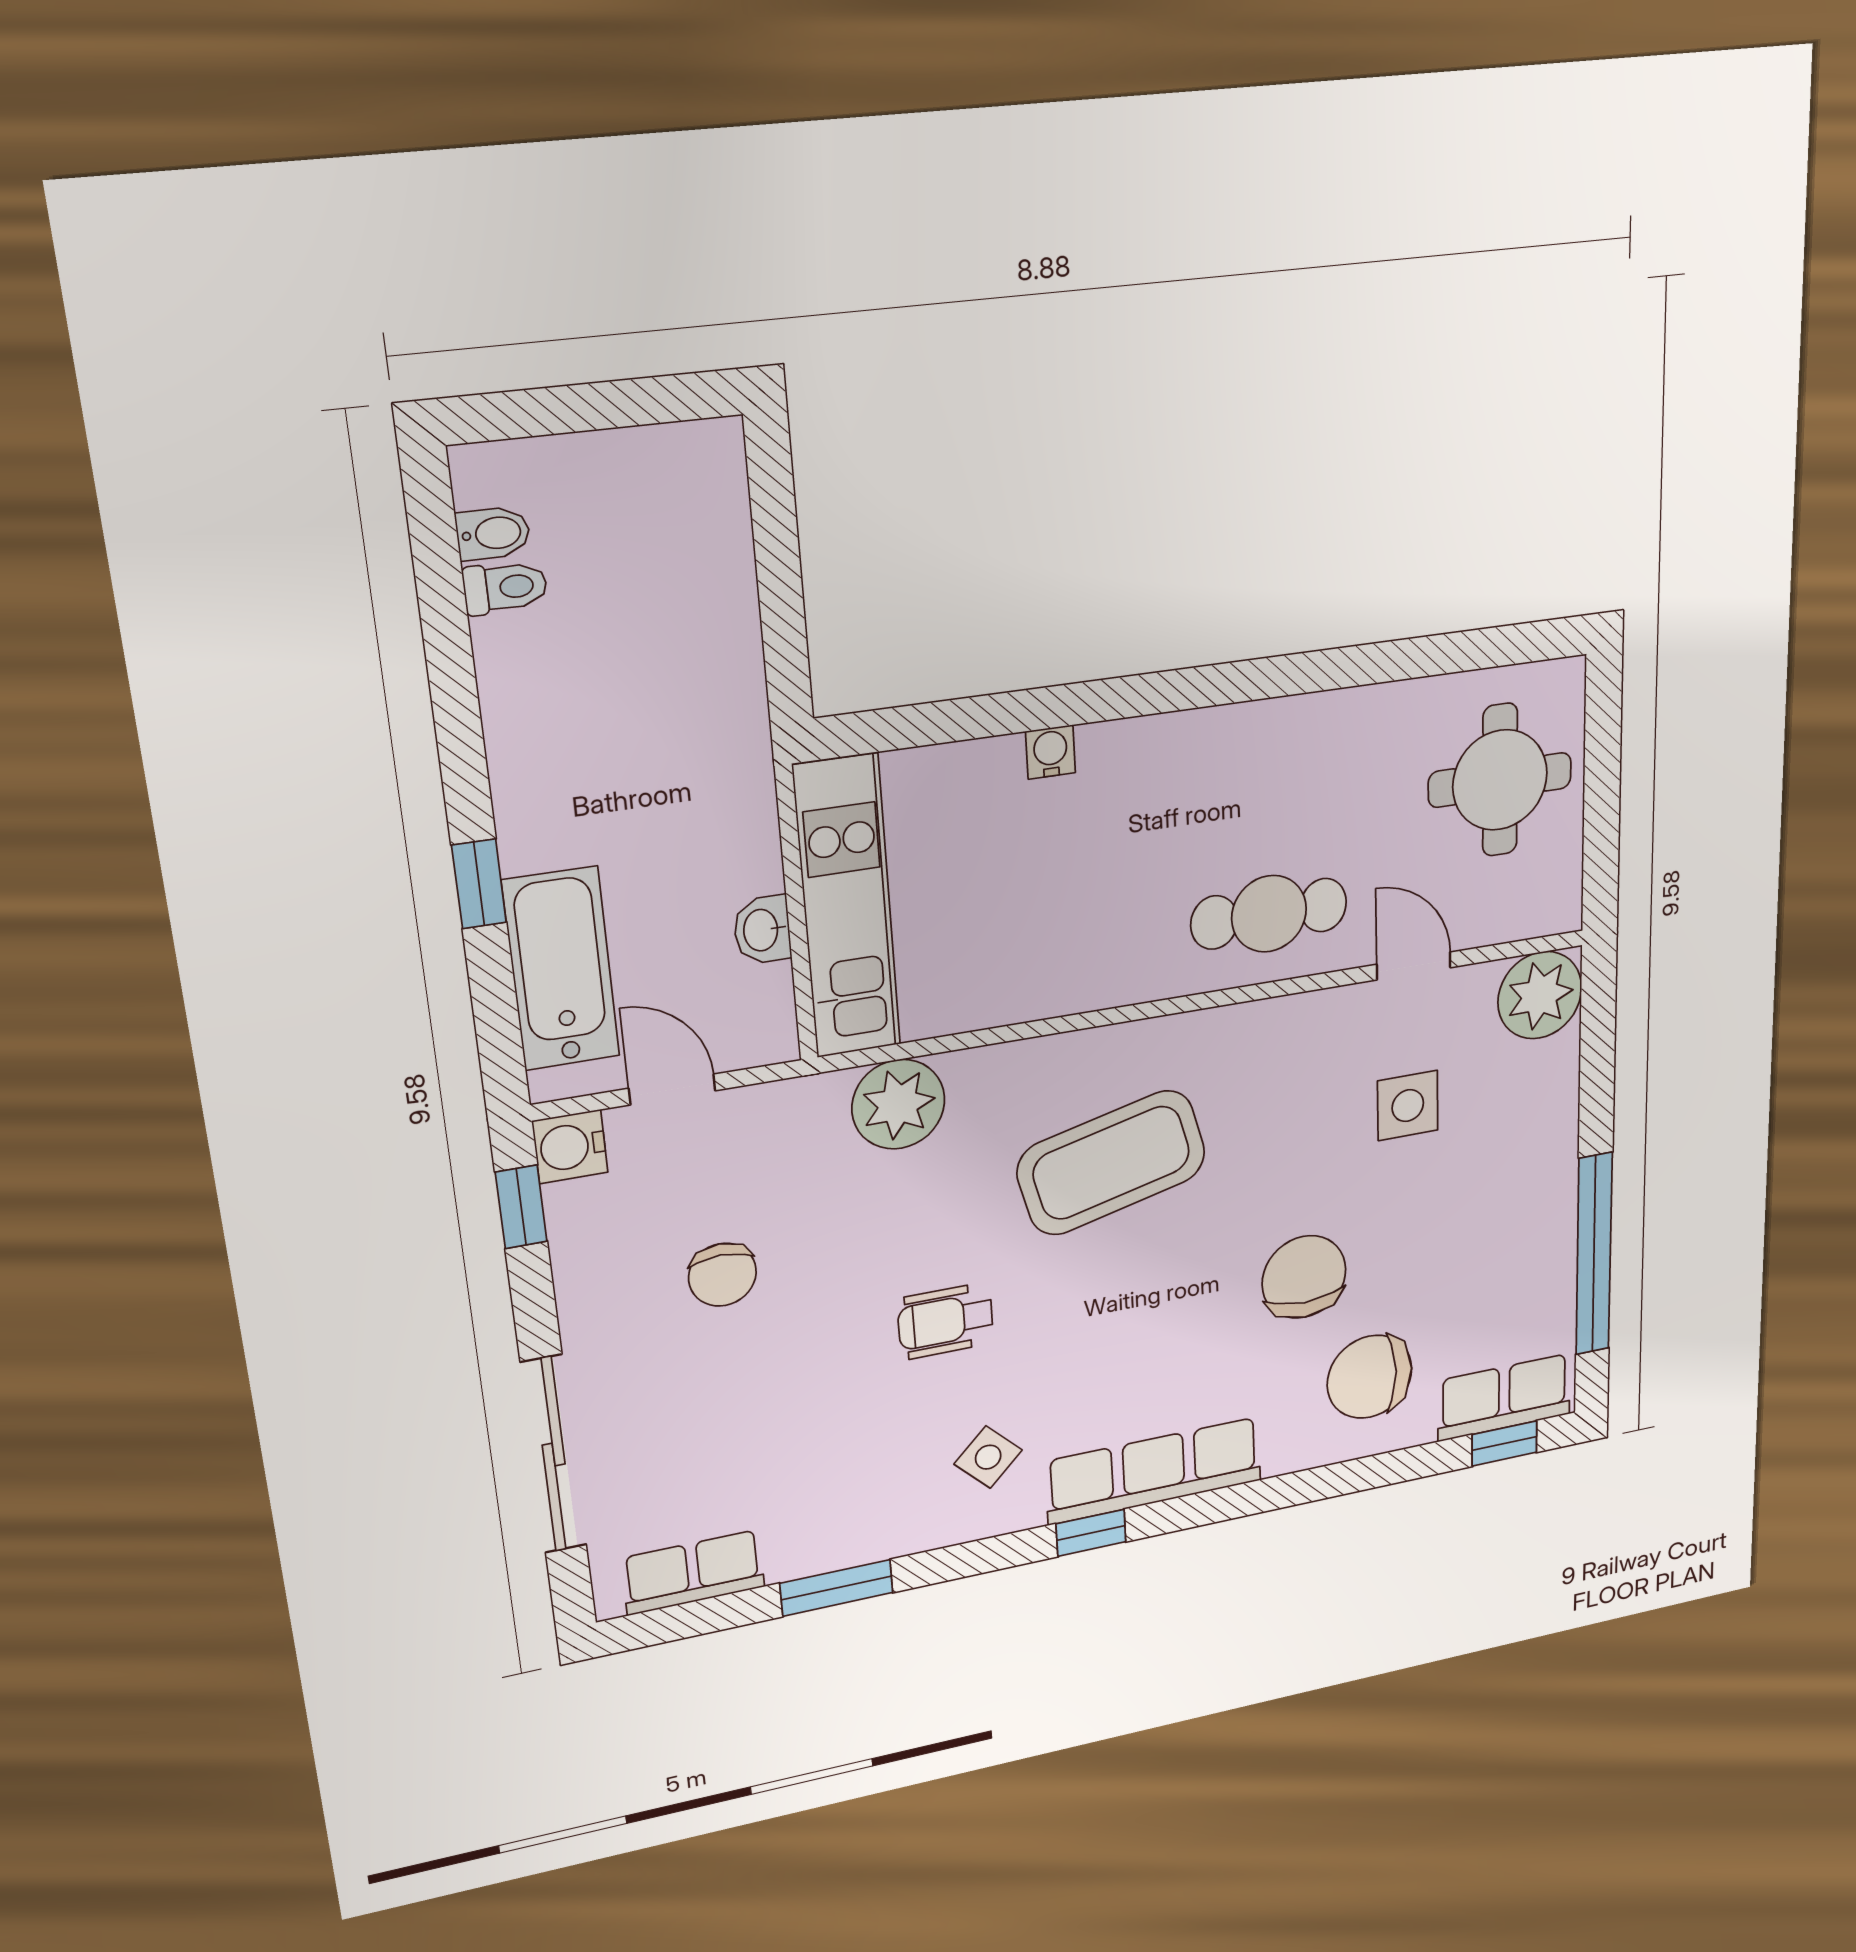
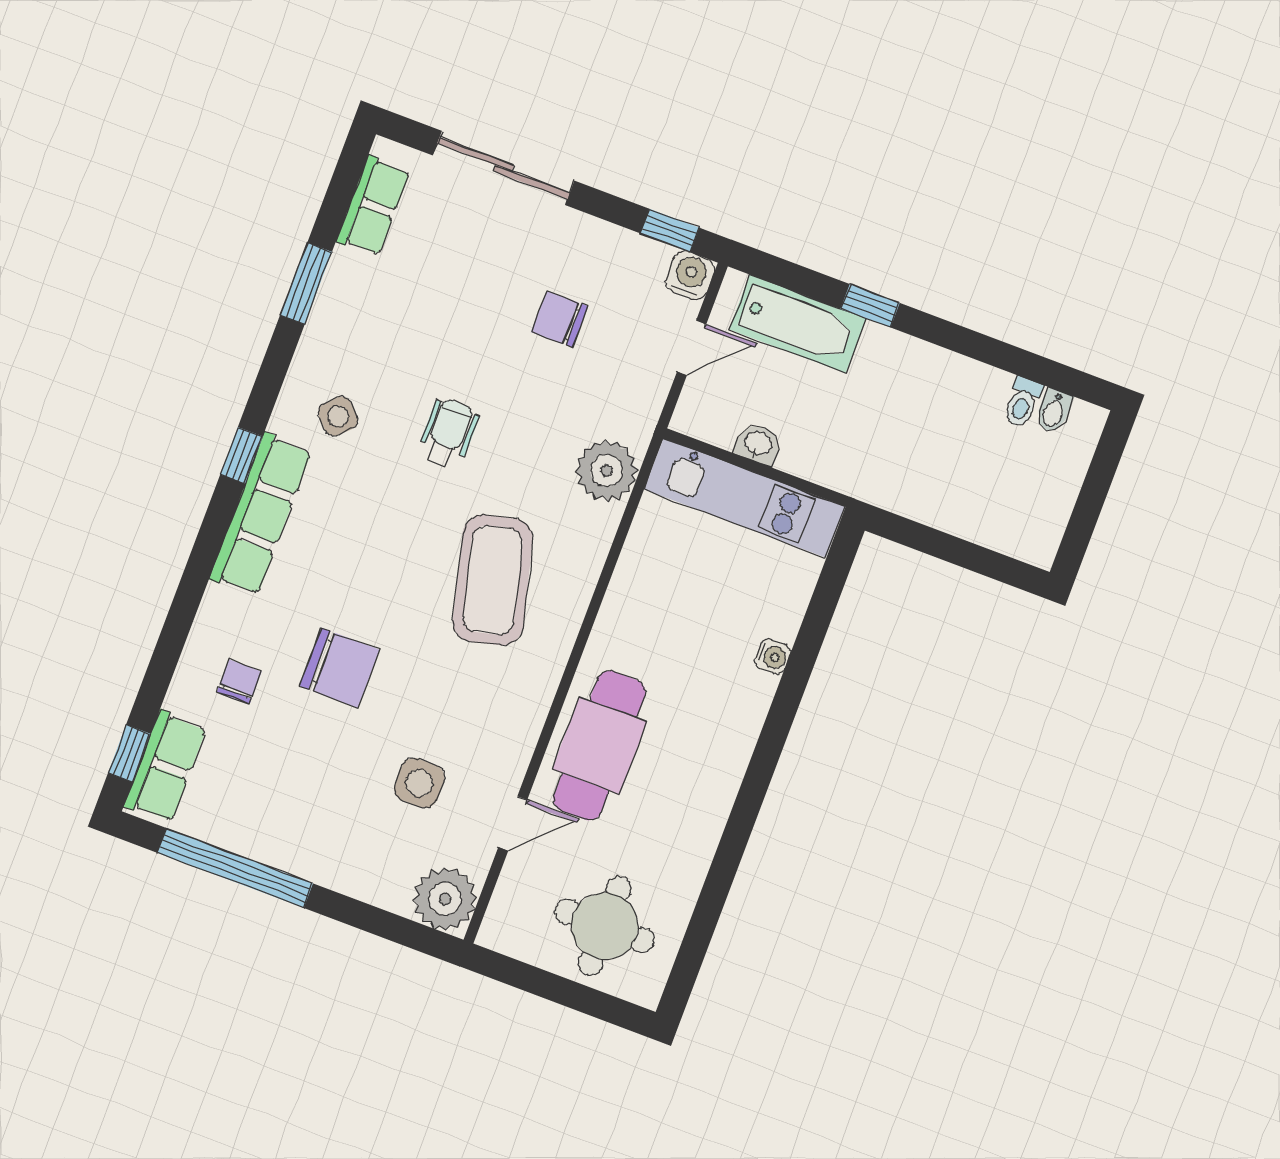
cafe table: (1269, 914) -> (599, 746), width x1.37, depth x1.35
chair: (1370, 1377) -> (239, 682), width x0.54, depth x0.54

